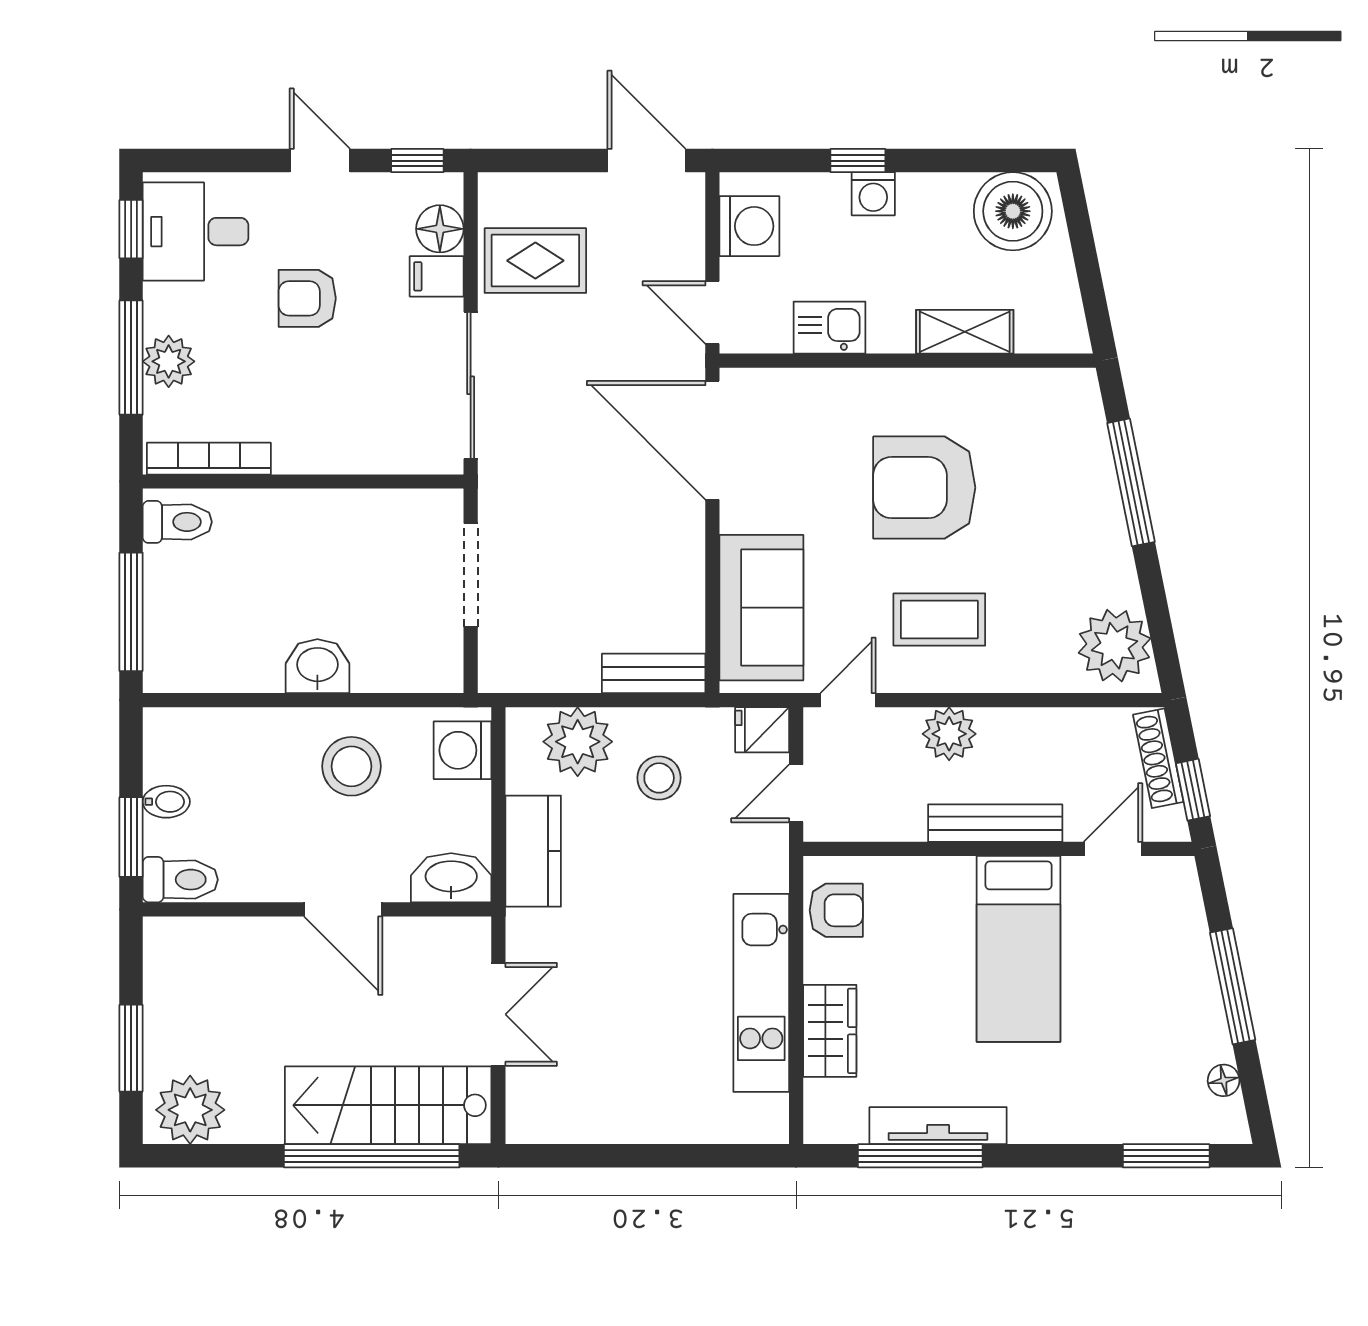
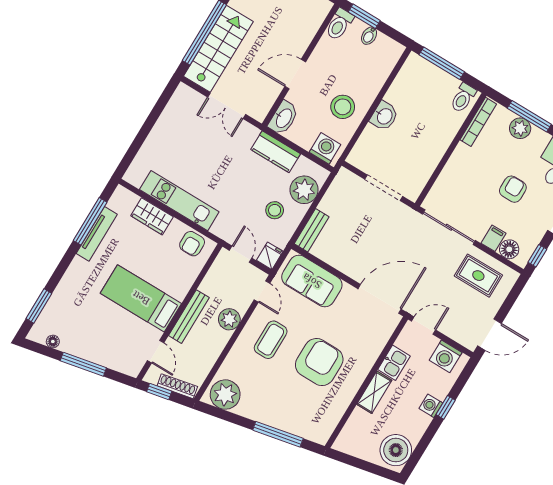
rug: (535, 261) -> (478, 276), turned 90
shelving: (965, 332) -> (374, 392), moved

